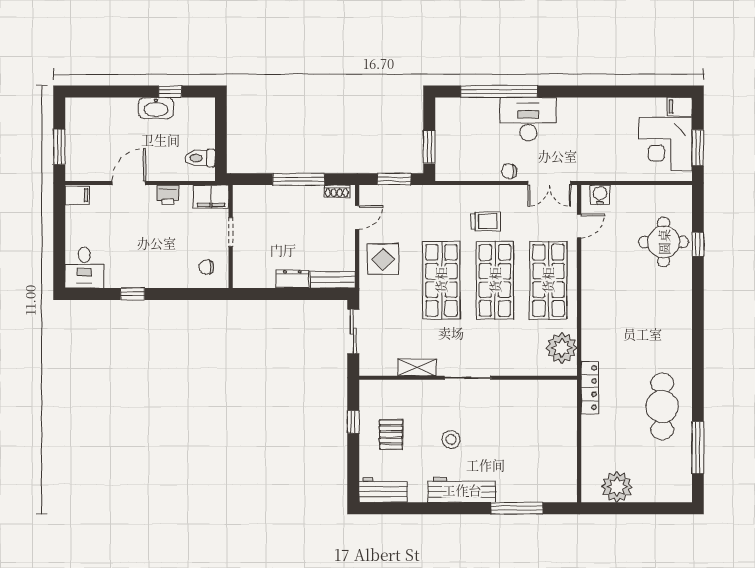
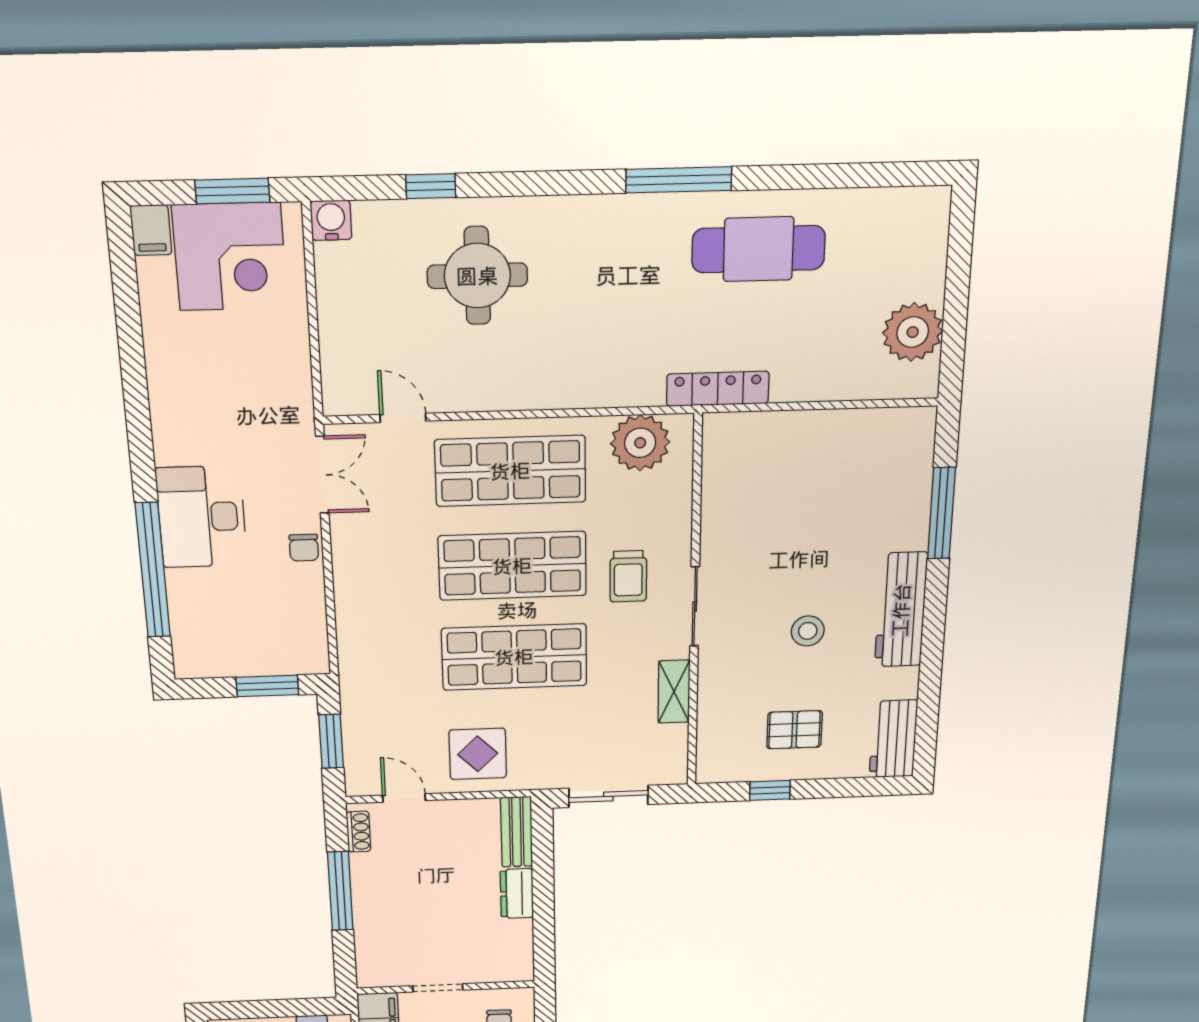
water cooler: (600, 195) -> (331, 220), moved, turned 90
trolley: (486, 221) -> (628, 576), moved, turned 180
round table: (664, 242) -> (477, 276), moved
window: (698, 448) -> (679, 180), moved

